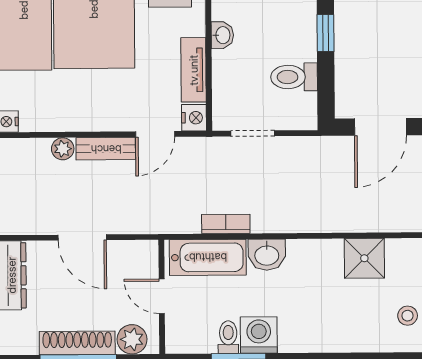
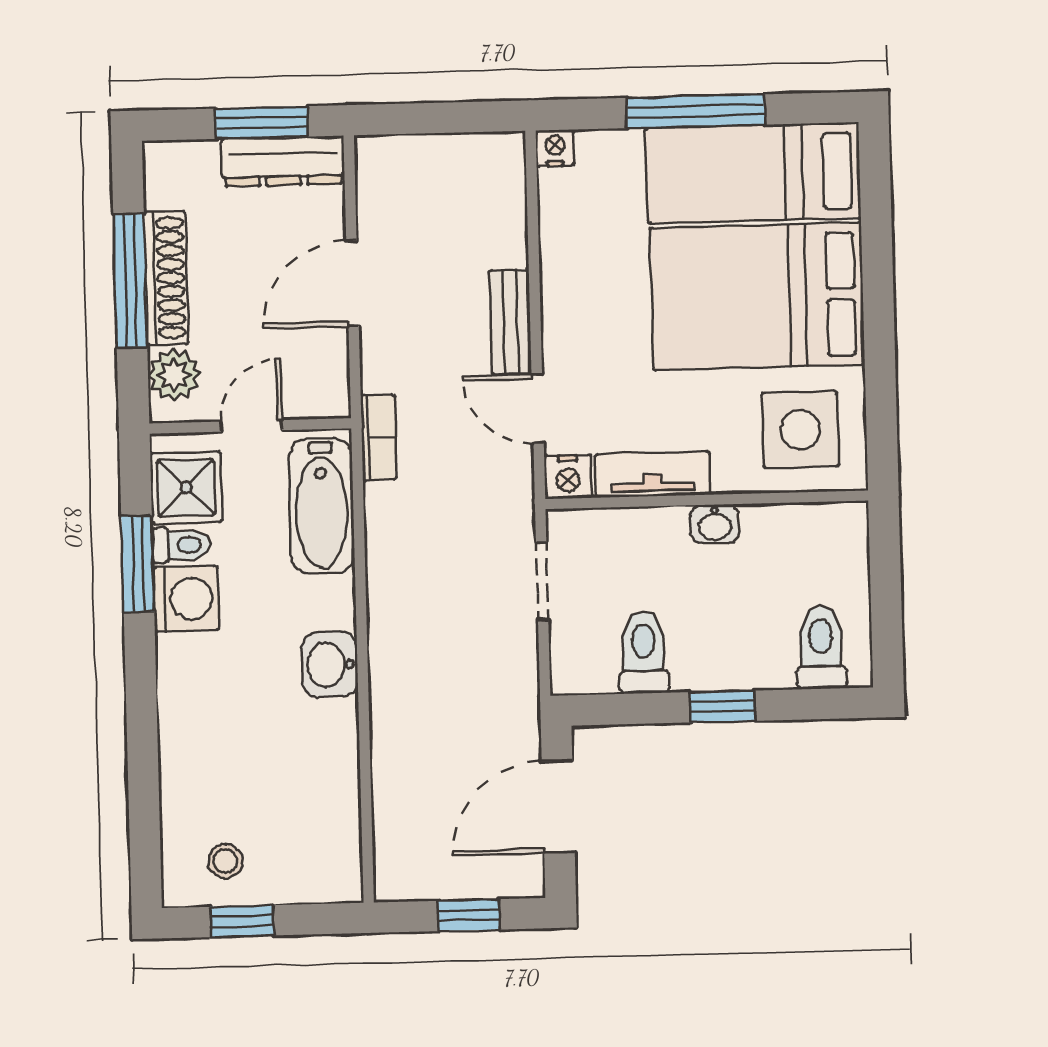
door: (380, 127) -> (558, 807), hinge flipped
plant: (63, 149) -> (509, 246), removed
bookcase: (226, 224) -> (379, 437), moved
washbasin: (267, 255) -> (330, 665), moved
shower: (364, 258) -> (186, 488), moved

